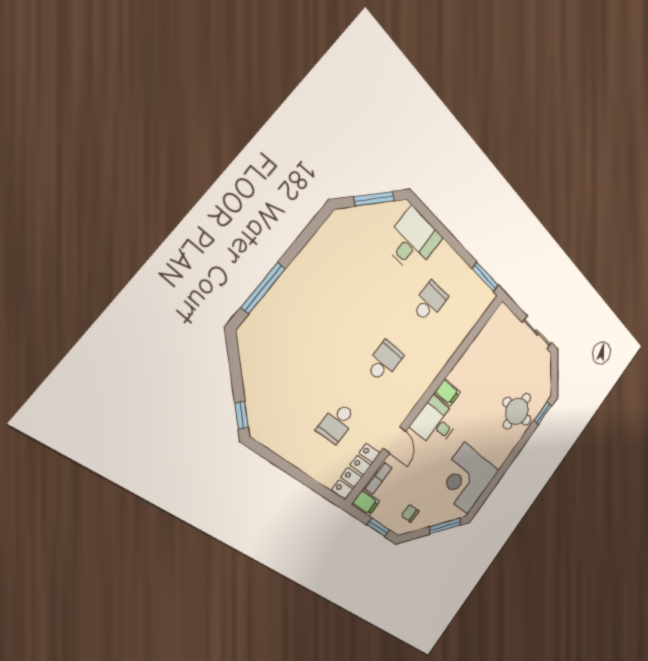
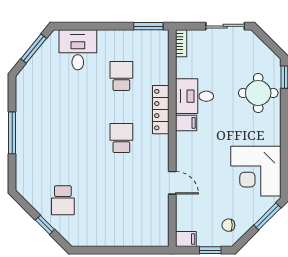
window: (263, 288) -> (12, 133), moved
window: (241, 415) -> (45, 225), moved
school desk: (337, 423) -> (63, 200), moved
desk: (436, 423) -> (195, 96), moved
locker: (356, 471) -> (161, 110), moved
bookcase: (378, 478) -> (181, 43), moved

